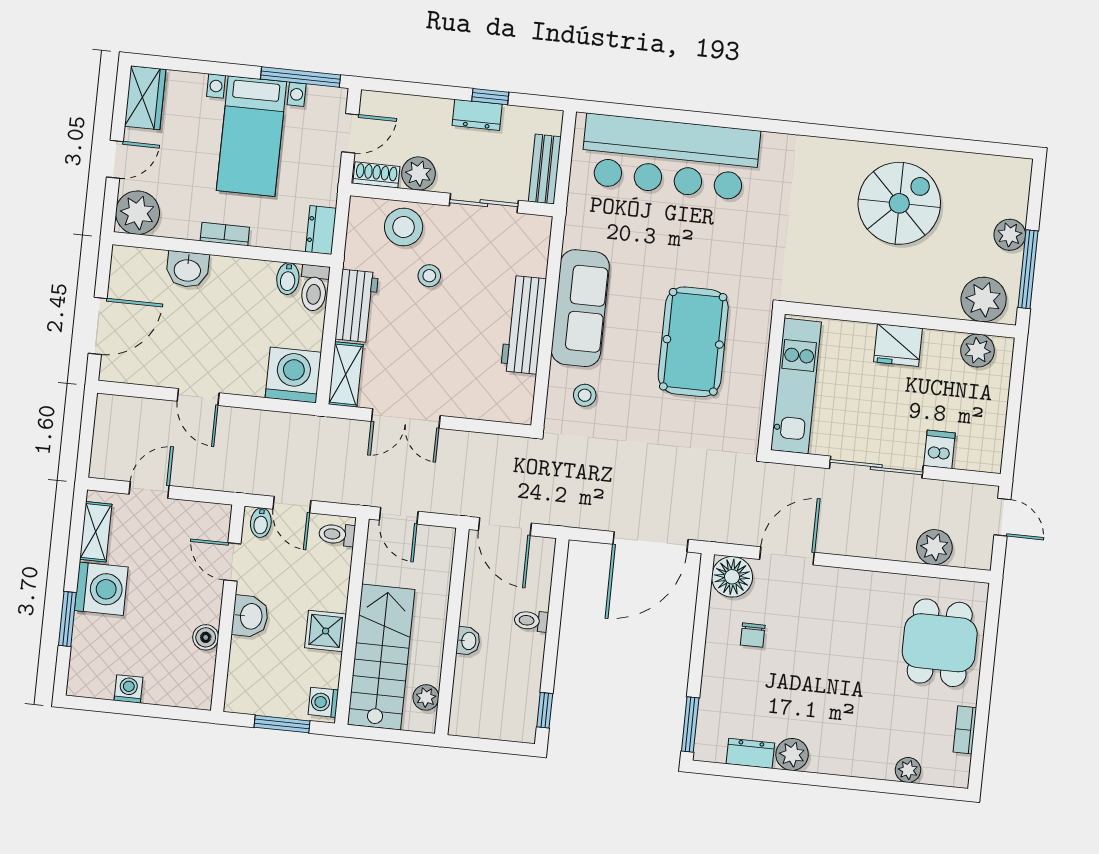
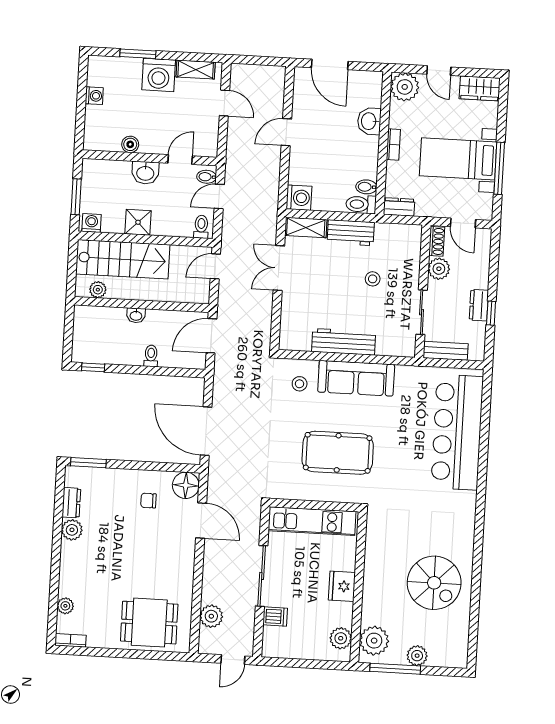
window: (301, 77) -> (499, 168), moved
stool: (404, 227) -> (404, 261), removed
washing machine: (293, 375) -> (299, 198), width x0.73, depth x0.73
bookcase: (965, 730) -> (70, 640), moved

